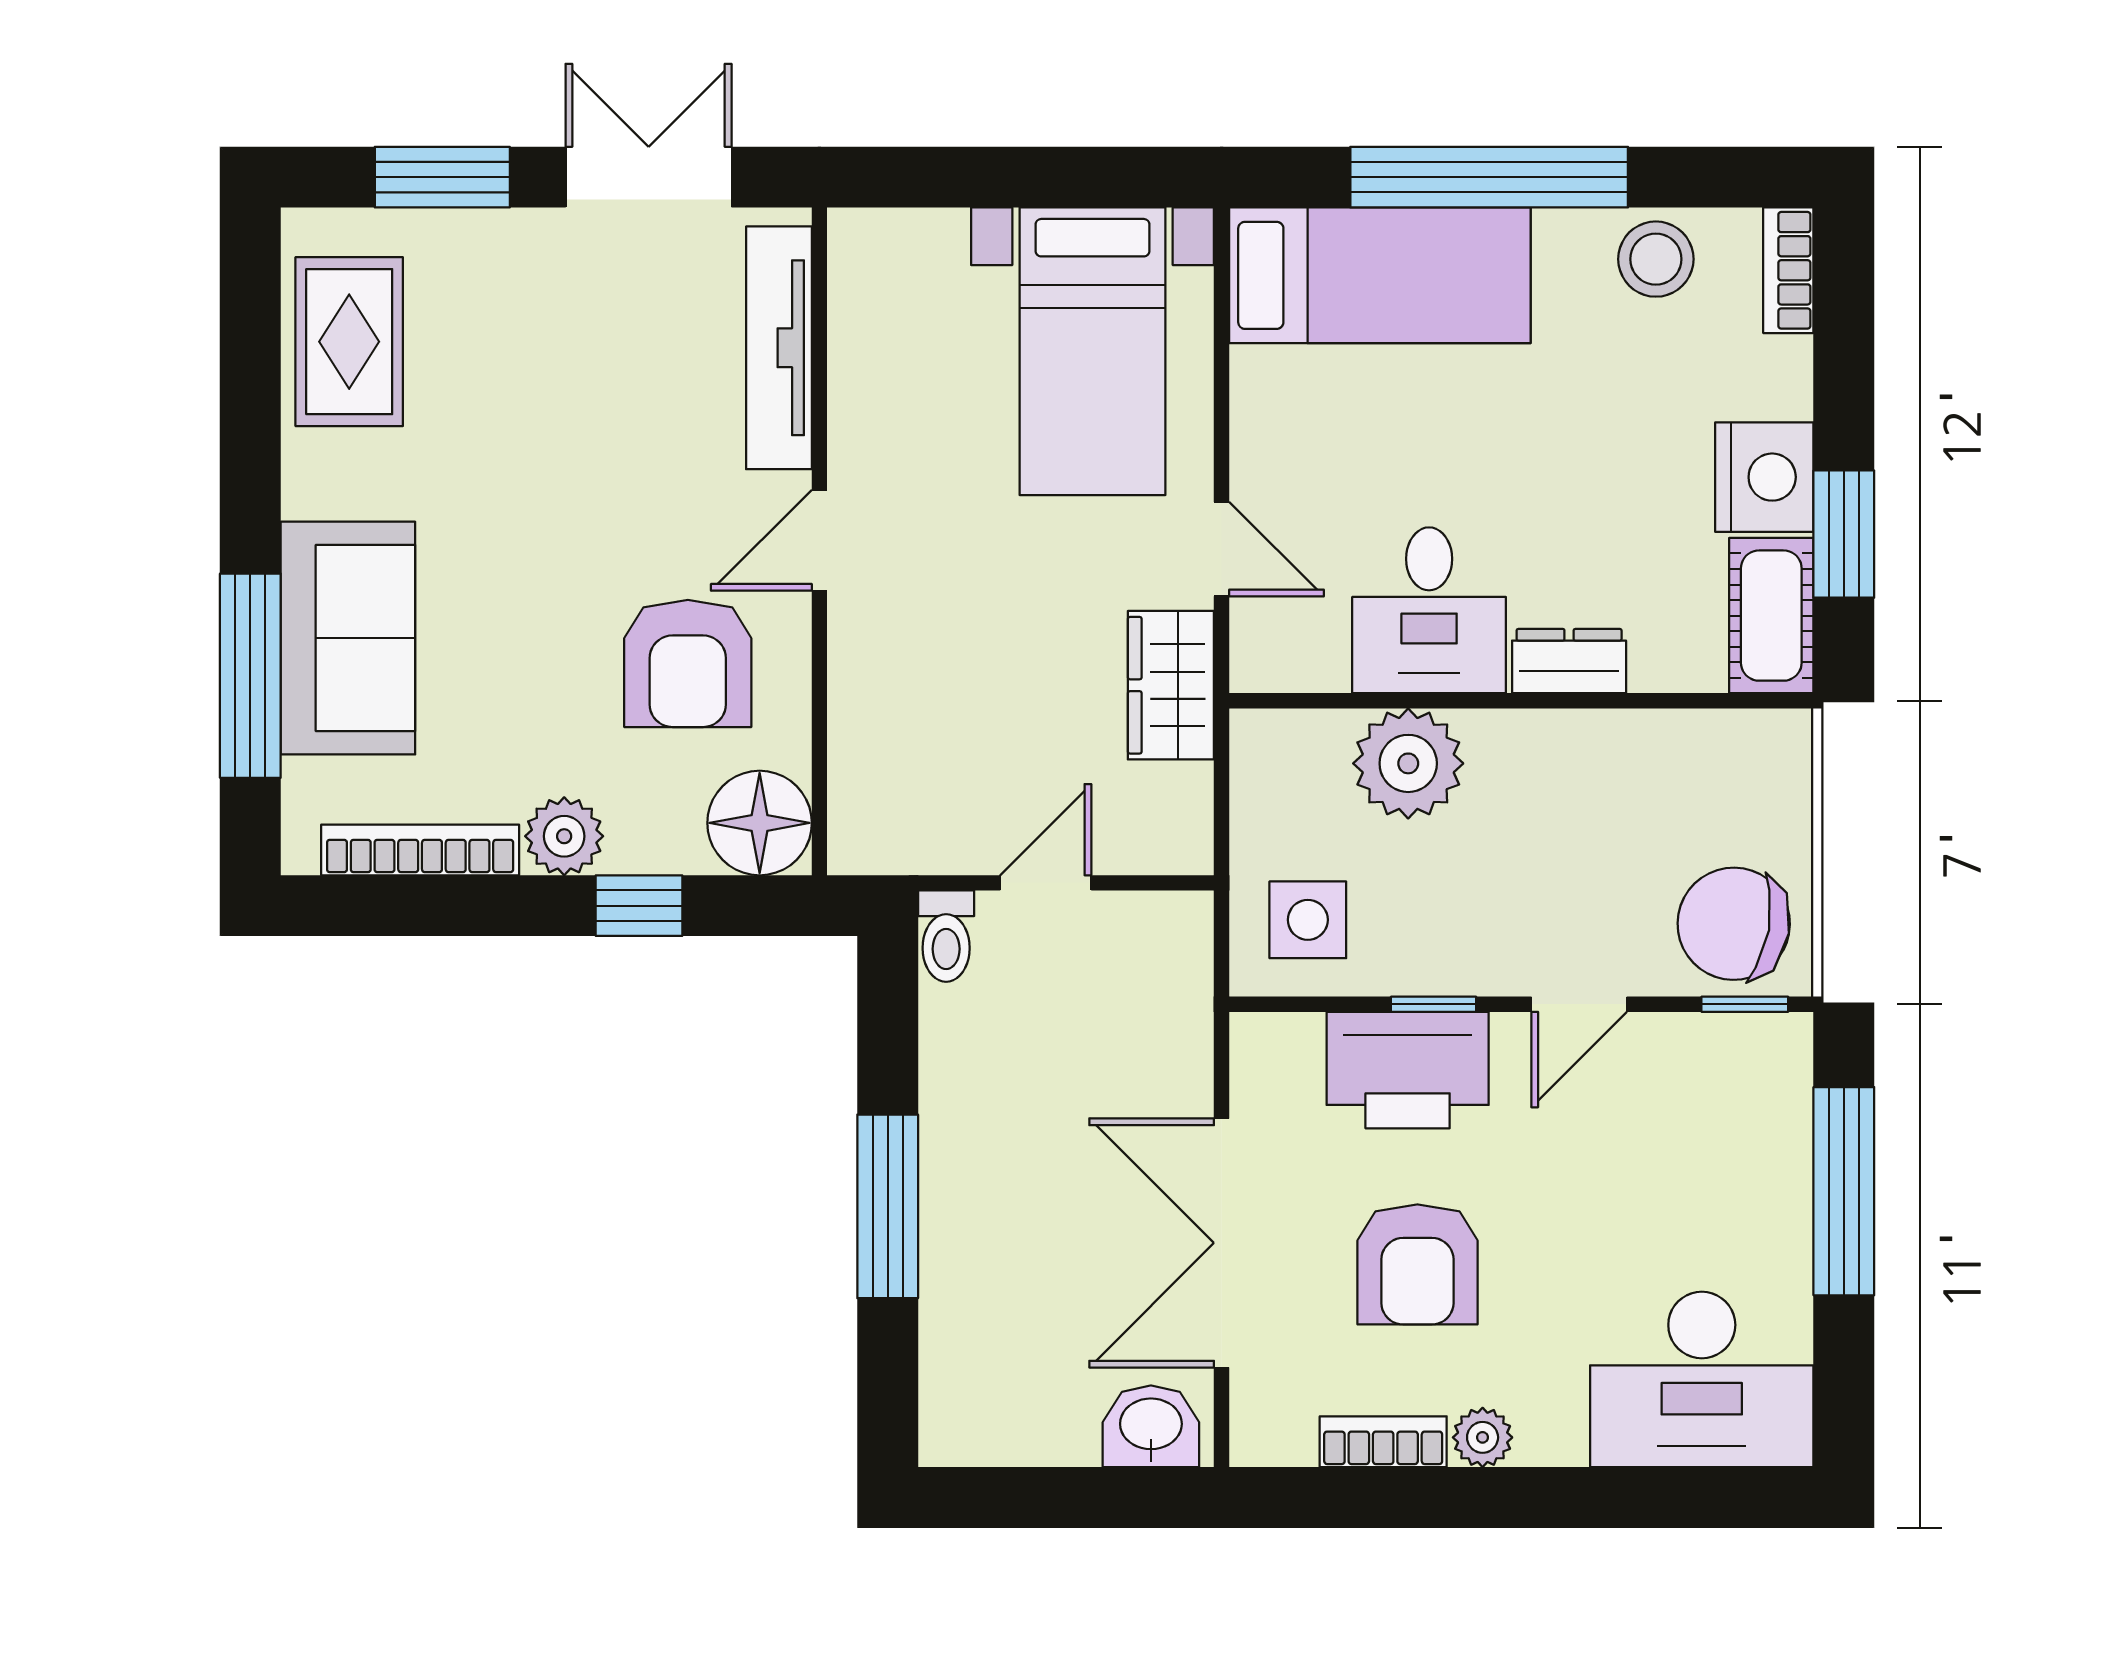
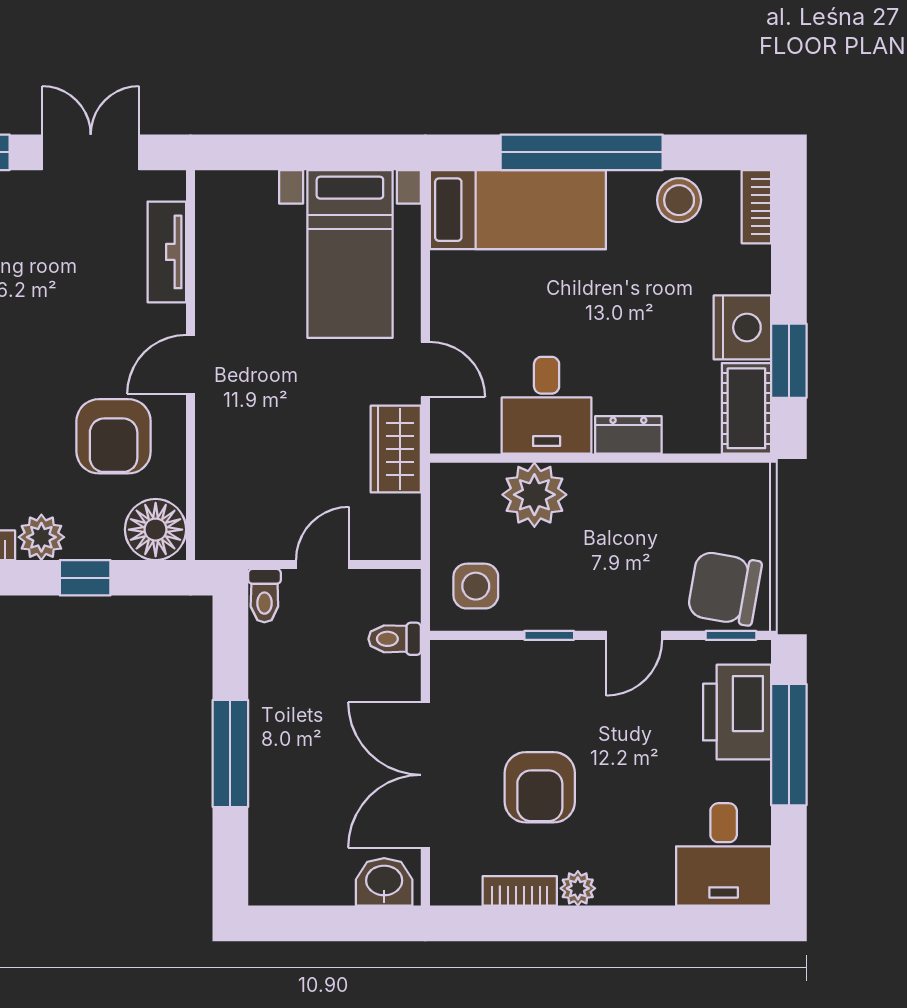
tv unit: (779, 348) -> (167, 252), width x0.71
toilet: (1169, 1010) -> (395, 639), added
printer: (1408, 1070) -> (737, 712), moved, turned 90
desk: (1702, 1379) -> (724, 854), width x0.73

